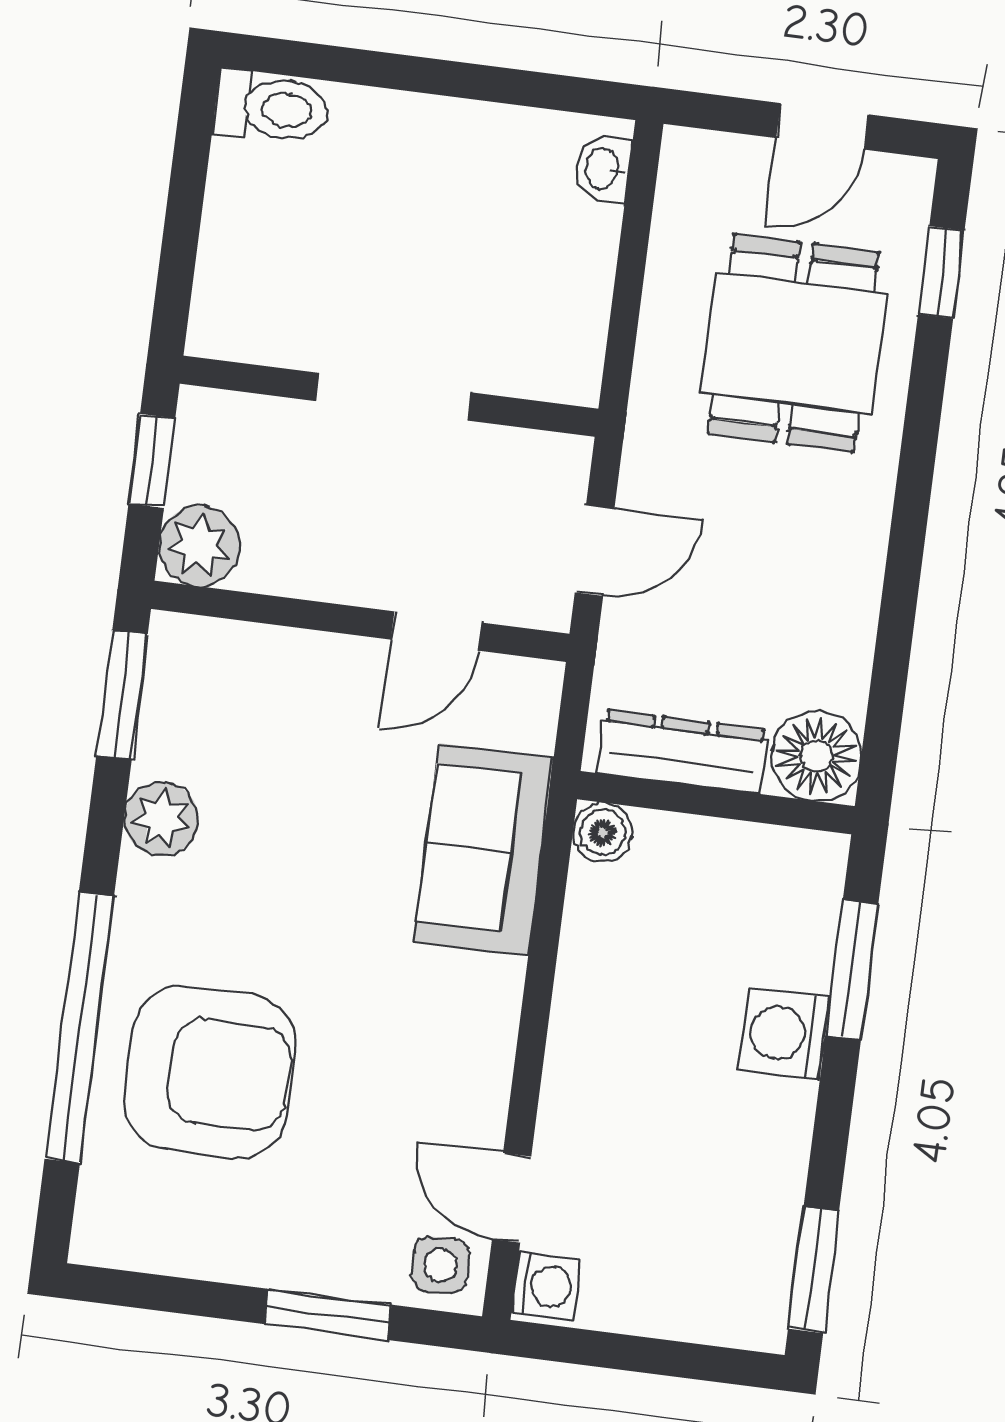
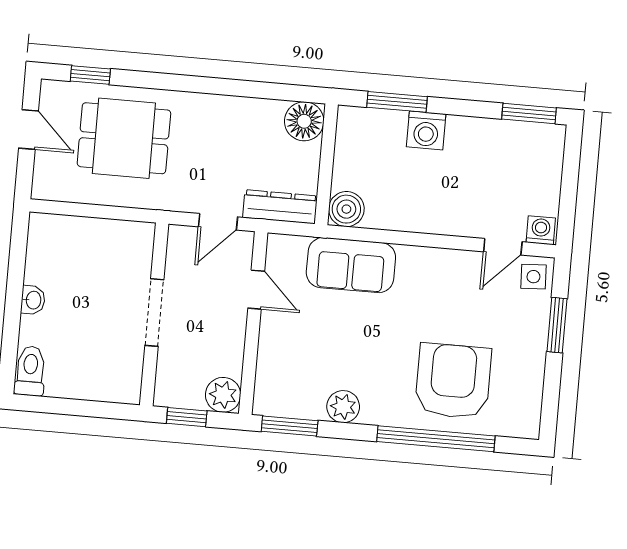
washbasin: (603, 169) -> (33, 300), moved, turned -90
door: (595, 550) -> (218, 222), swing flipped
dresser: (682, 751) -> (280, 207), moved, turned 90
boiler: (603, 832) -> (346, 209), width x1.36, depth x1.36

